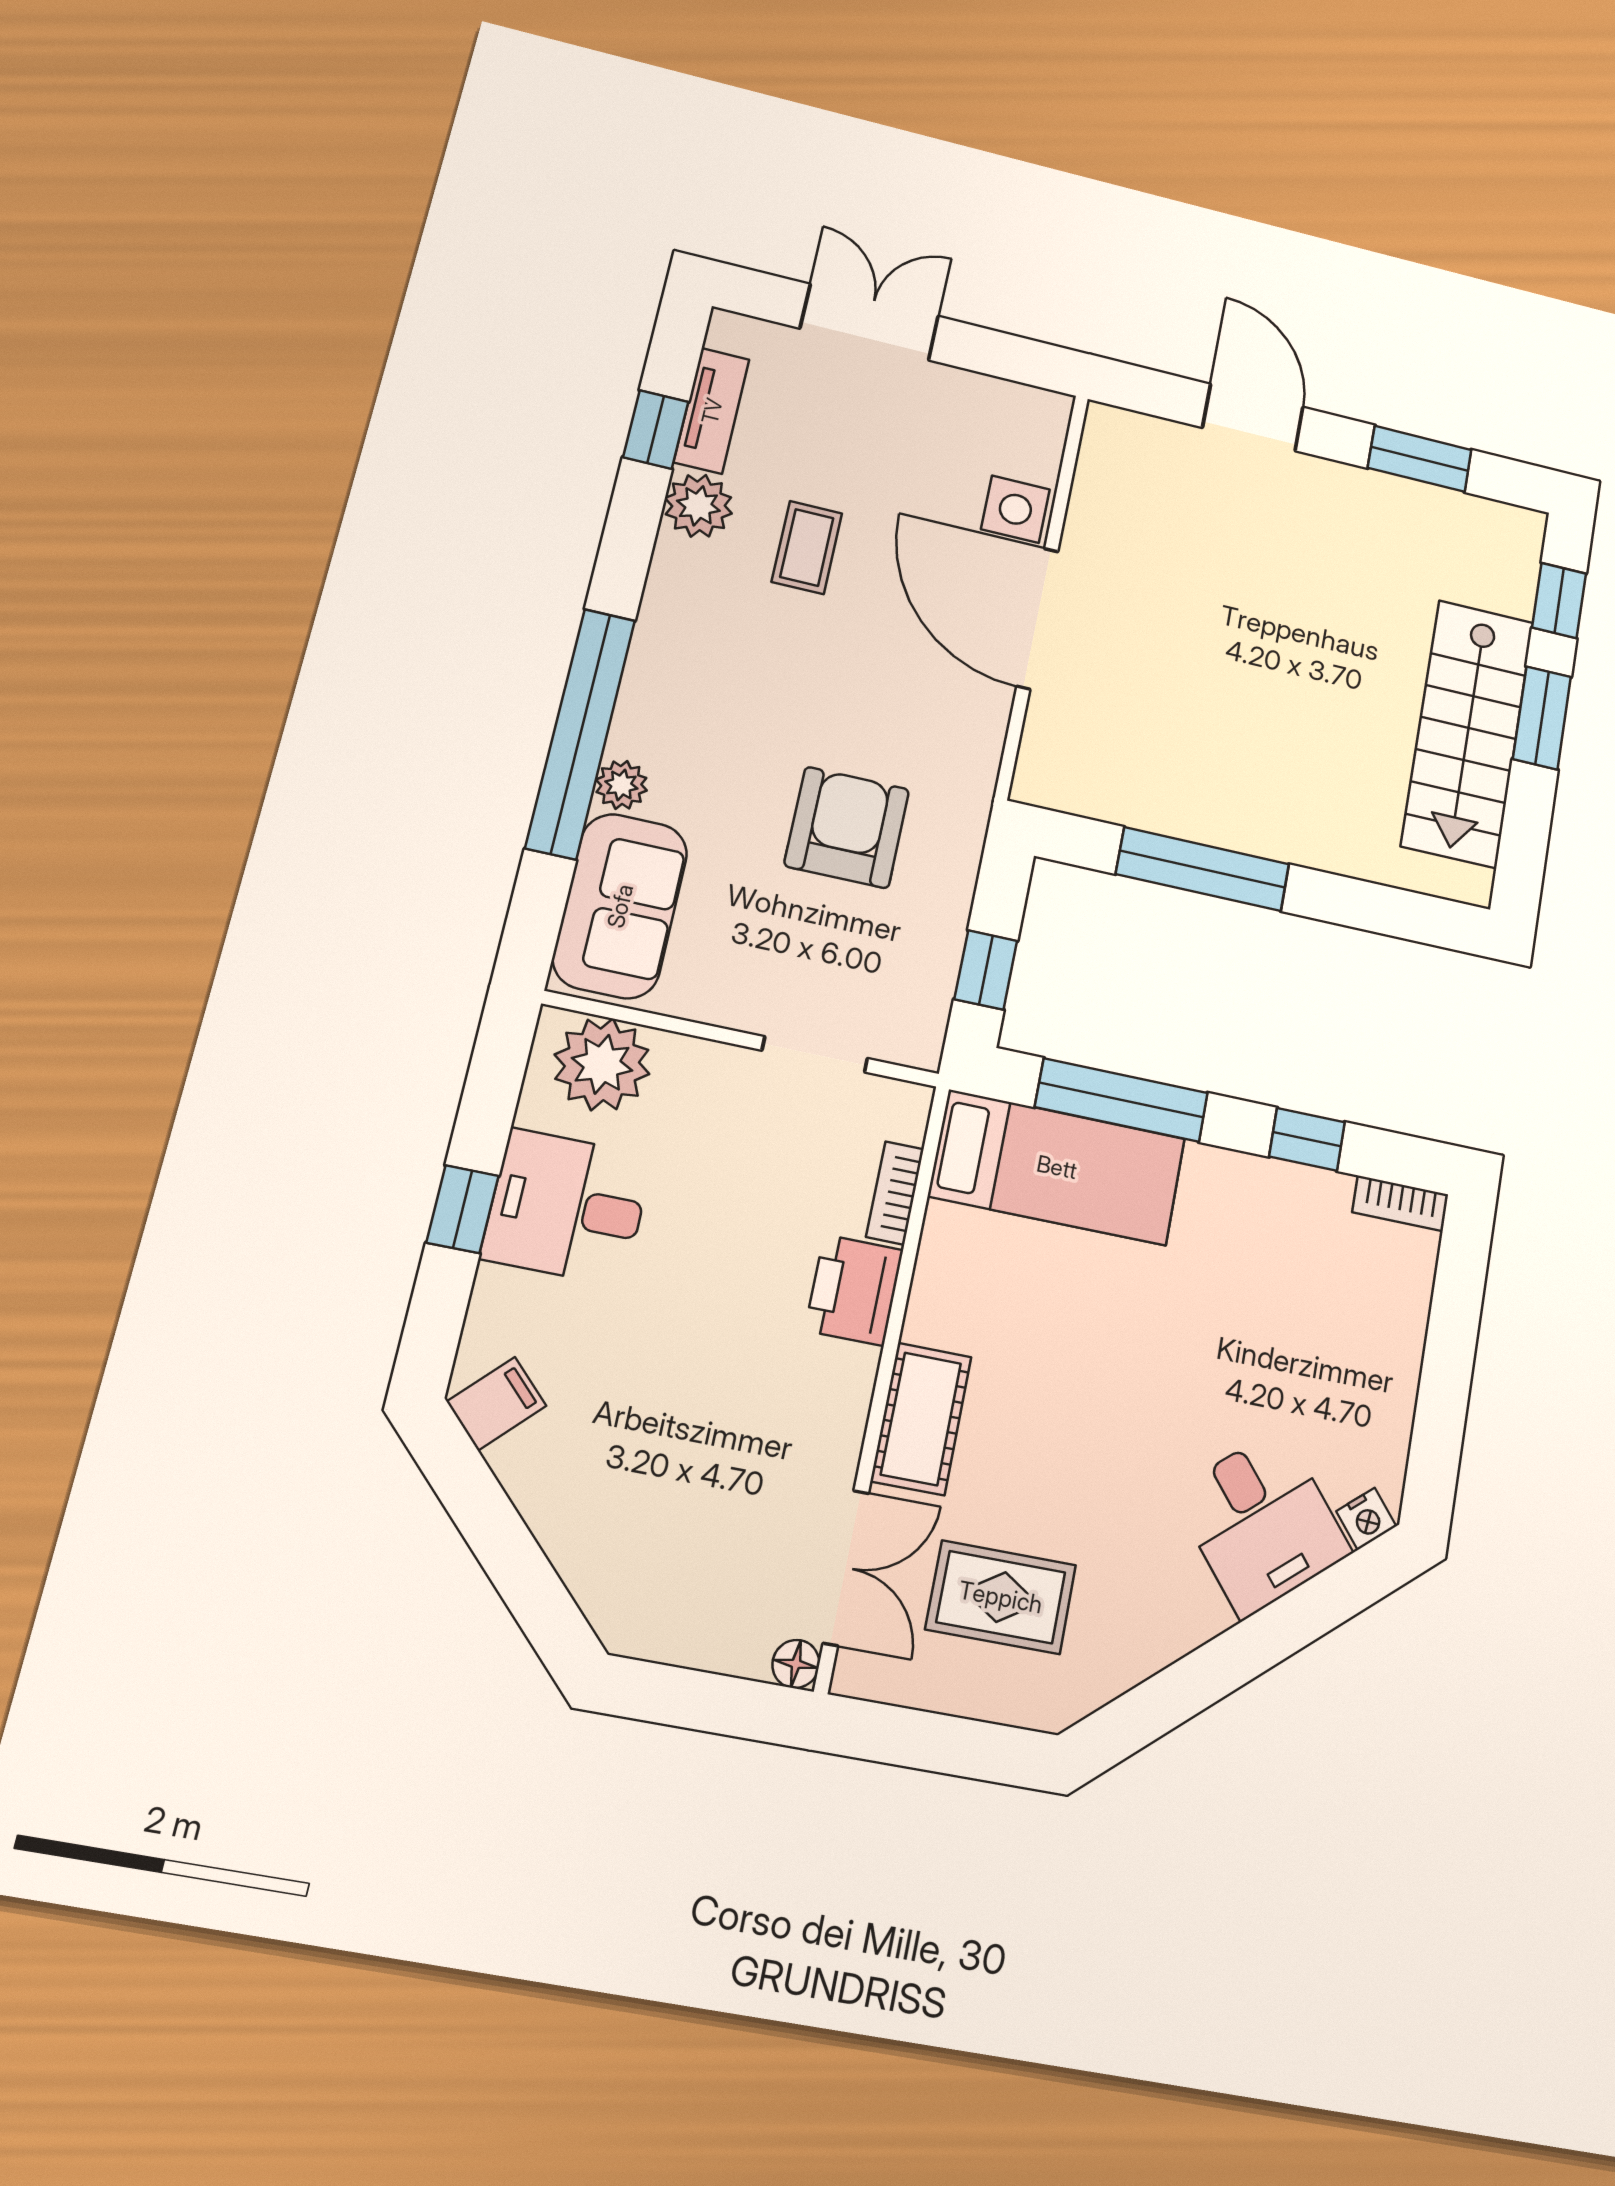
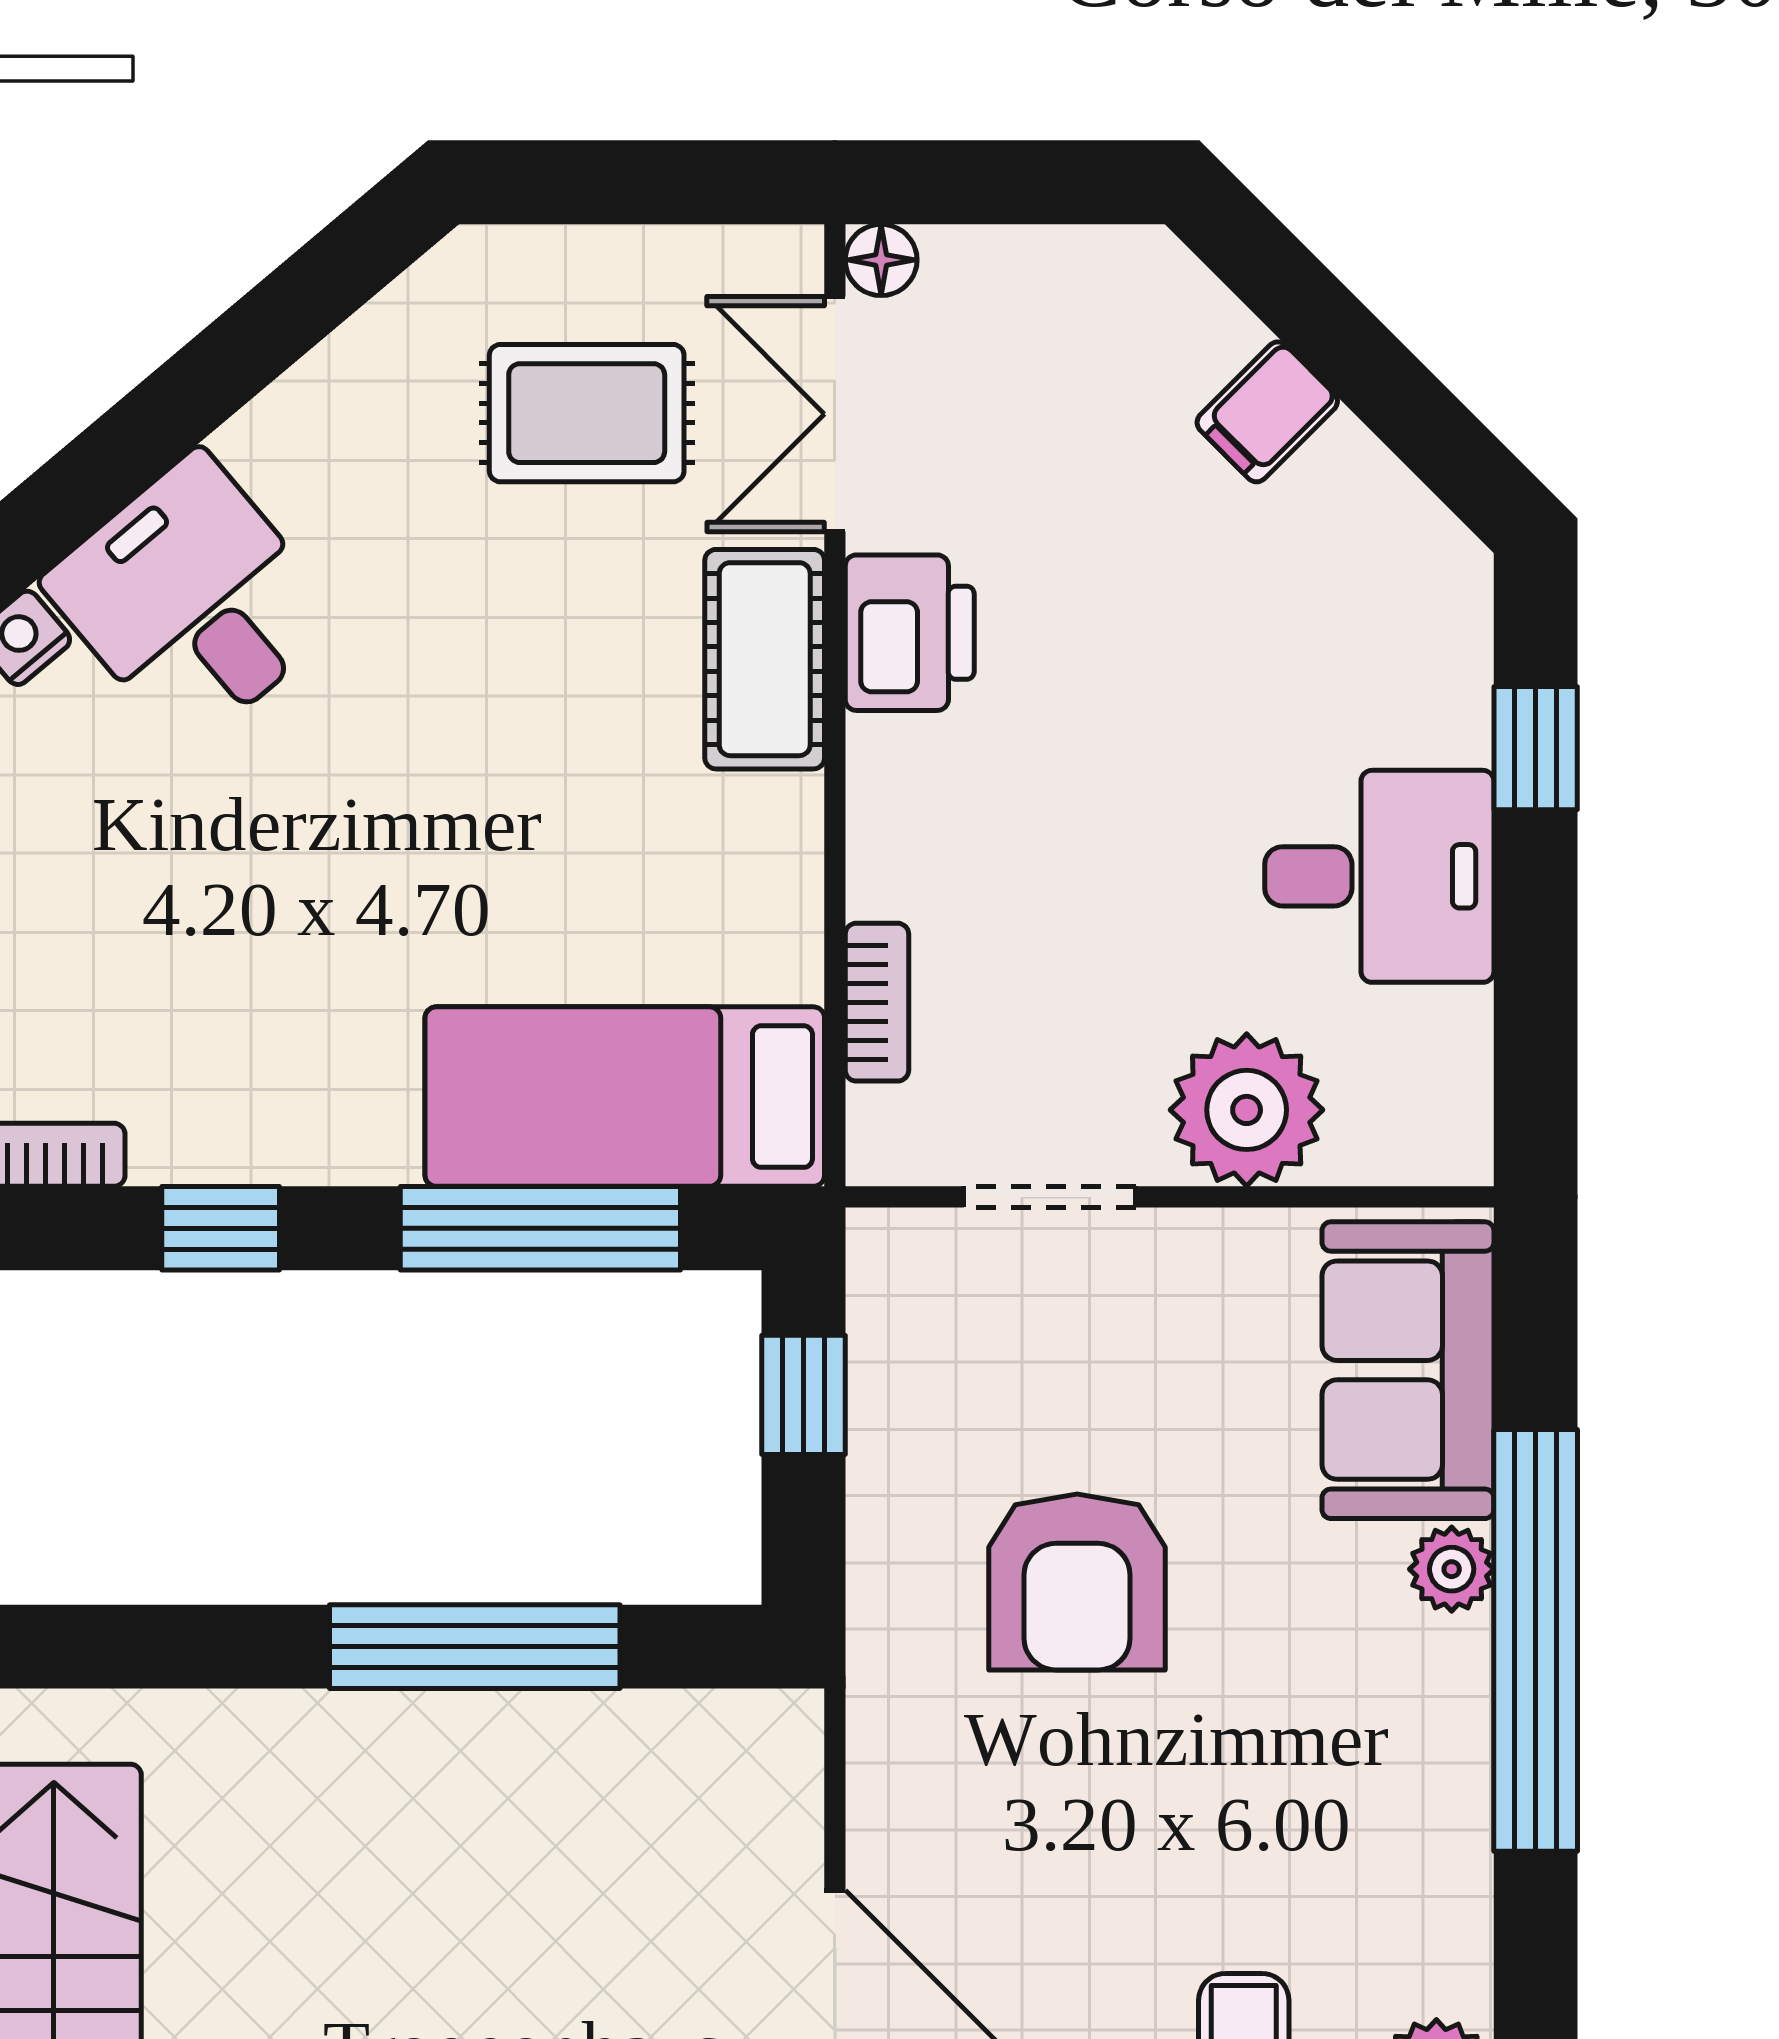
plant: (602, 1064) -> (1247, 1110), moved
window: (462, 1209) -> (1536, 748), moved
printer: (854, 1290) -> (910, 633), moved
filing cabinet: (496, 1404) -> (1267, 412), moved

